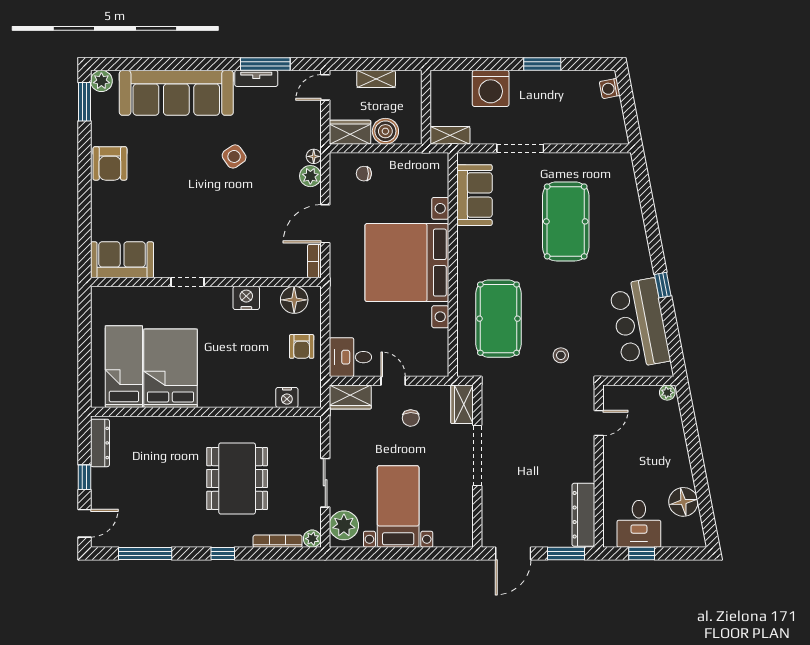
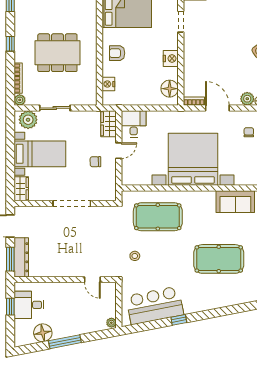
armchair: (302, 346) -> (117, 53), moved
wardrobe: (462, 404) -> (21, 189), moved, turned 90
window: (698, 467) -> (65, 342), added
dresser: (583, 515) -> (21, 257), moved, turned 90

